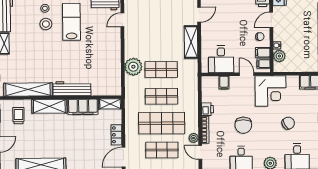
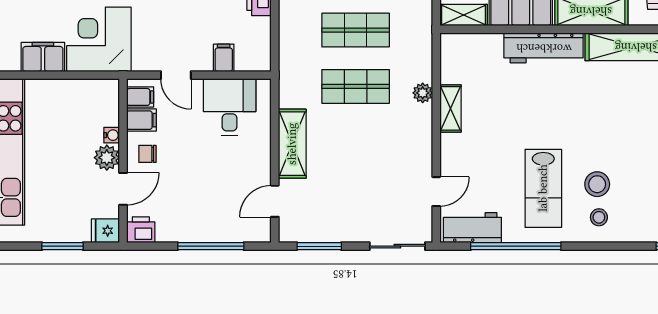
plant: (279, 56) -> (107, 158), moved
shelving: (116, 59) -> (450, 108), added
plant: (133, 67) -> (423, 93), width x0.53, depth x0.53
corner desk: (270, 91) -> (99, 39), moved

